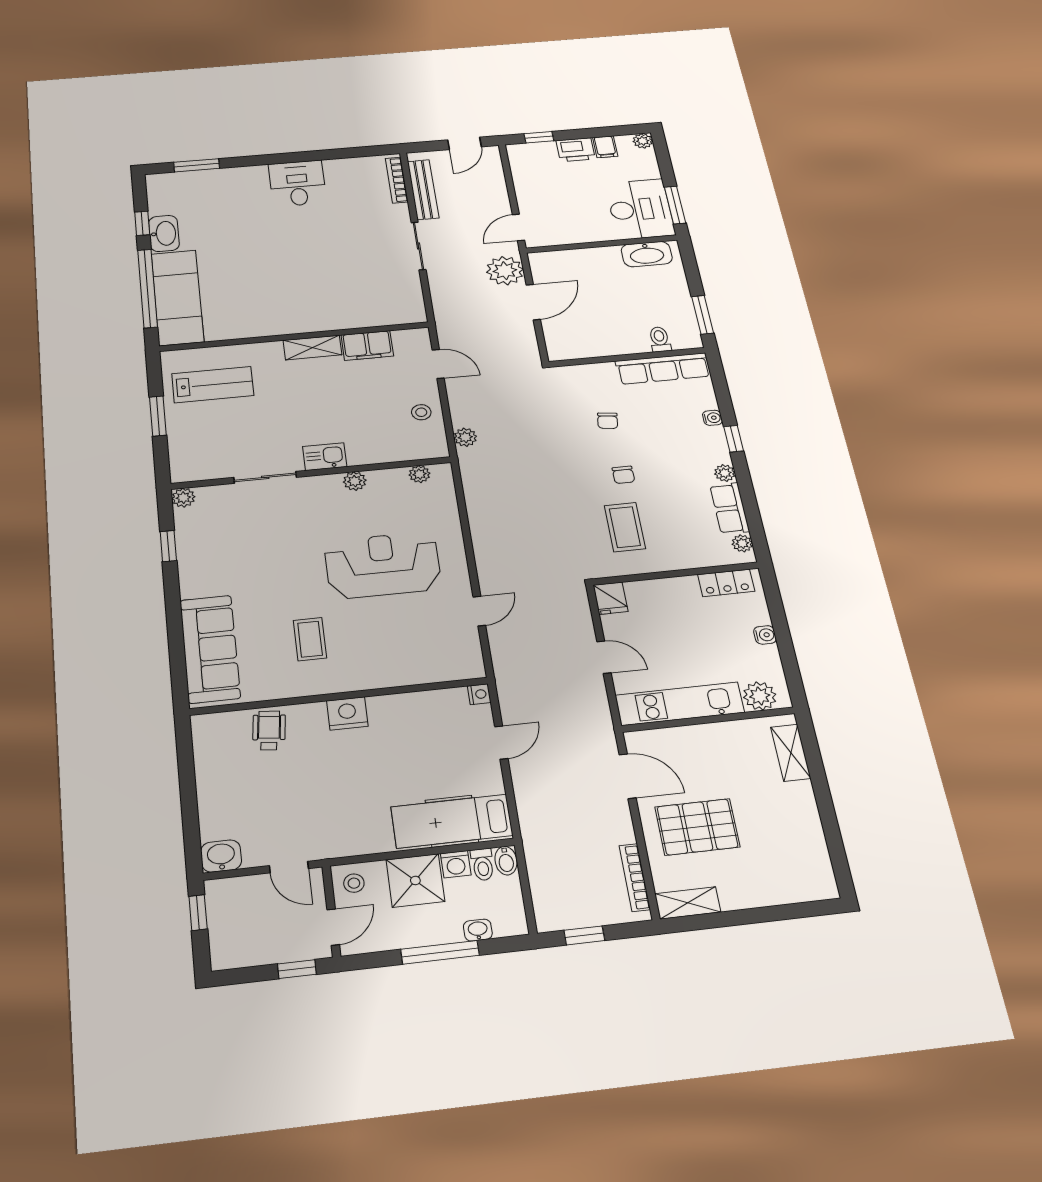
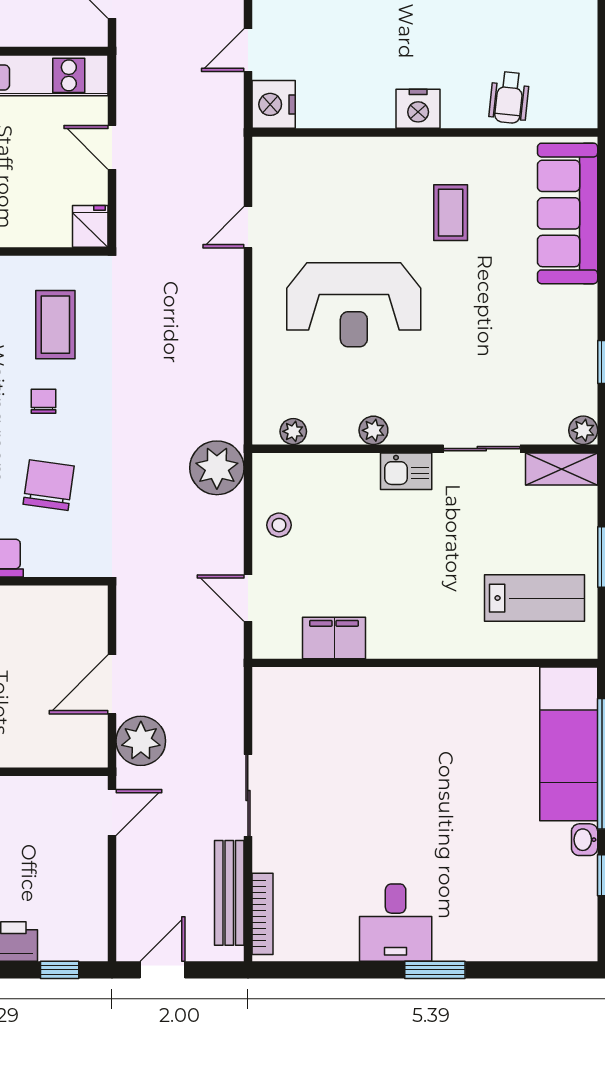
window: (197, 165) -> (435, 970), moved
washbasin: (164, 233) -> (585, 840), width x0.52, depth x0.69
shelving: (312, 348) -> (562, 469), moved
lab bench: (213, 385) -> (534, 598), turned 180
chair: (608, 421) -> (49, 485), width x1.87, depth x1.87
plant: (465, 437) -> (217, 468), width x1.88, depth x1.88
nightstand: (479, 694) -> (274, 104), width x1.89, depth x1.79

